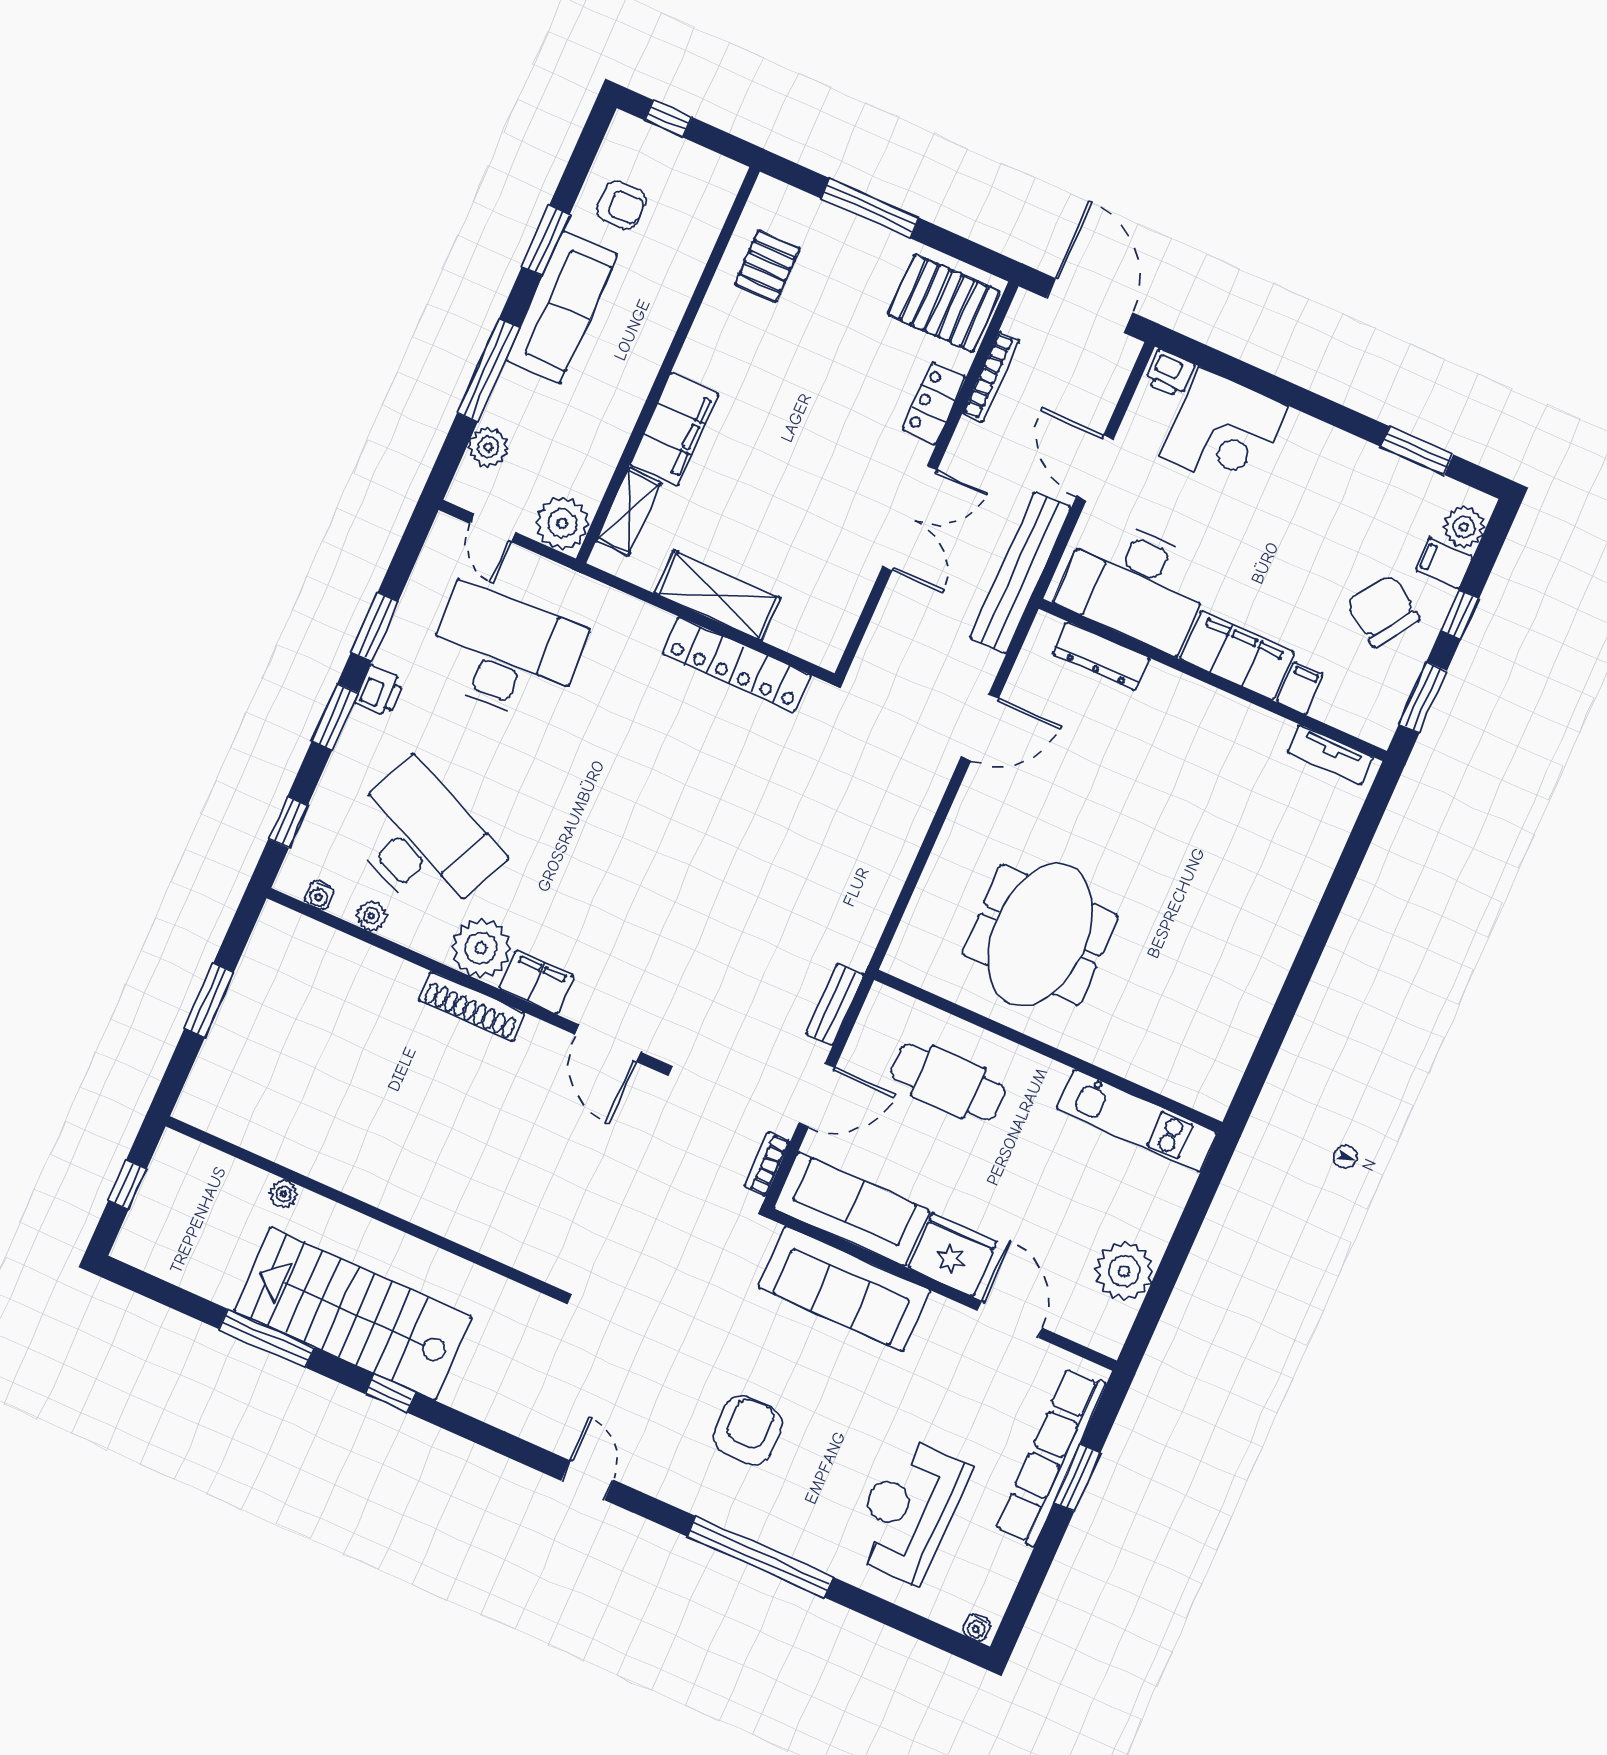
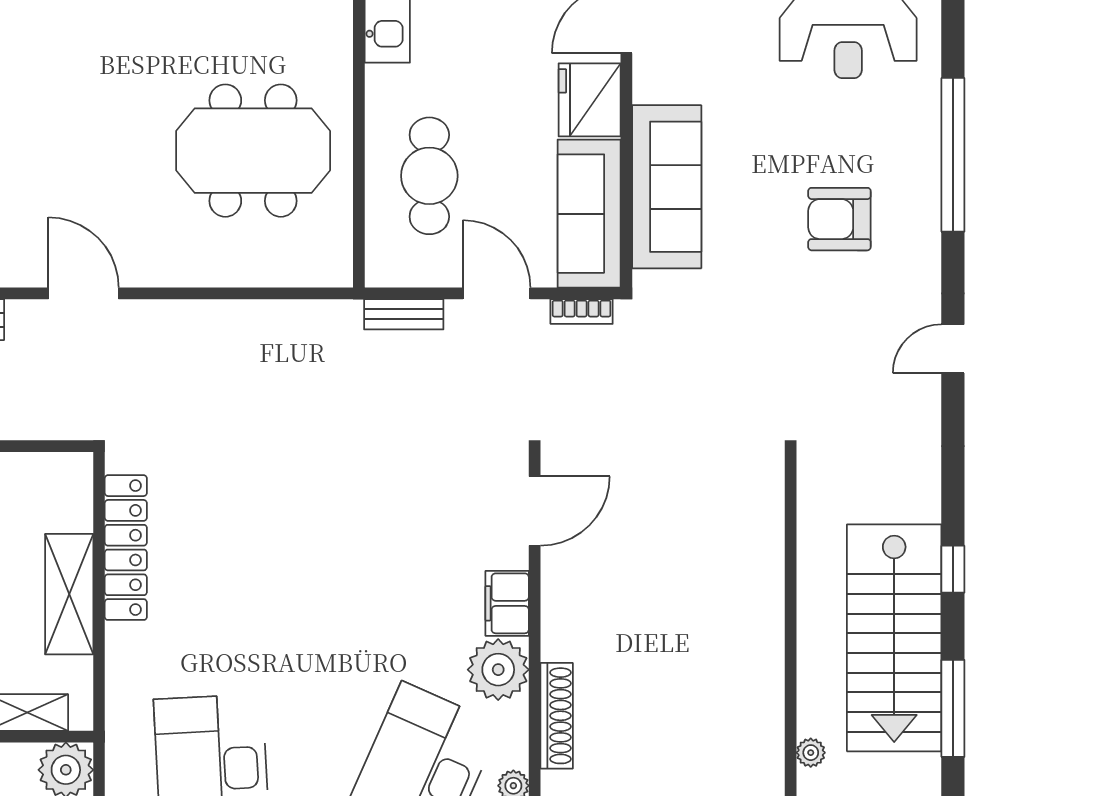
shoe rack: (472, 1006) -> (557, 716), moved

